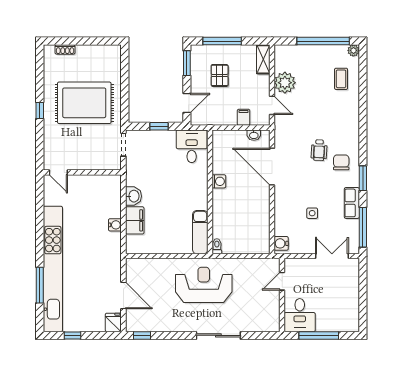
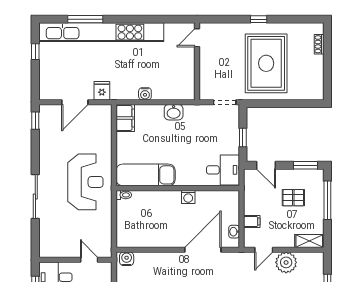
filing cabinet: (135, 220) -> (125, 118), moved, turned -90
exam couch: (200, 232) -> (146, 175), width x1.36, depth x1.45
fridge: (113, 322) -> (102, 91), moved, turned -90

